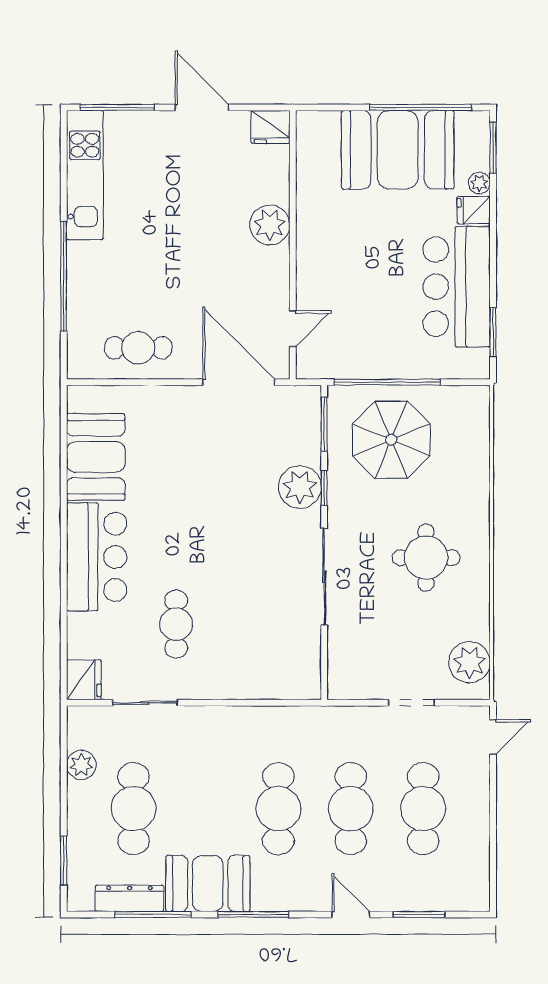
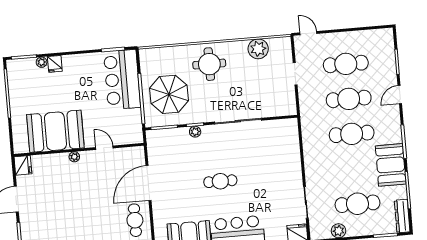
booth: (398, 150) -> (55, 131), moved, turned 90
plant: (270, 225) -> (74, 157), width x0.53, depth x0.53
bar counter: (457, 287) -> (122, 80), moved, turned 90
door: (293, 329) -> (104, 148), moved
door: (239, 382) -> (148, 183), moved
plant: (300, 487) -> (195, 132), width x0.53, depth x0.53
round table: (426, 558) -> (209, 64), moved
cafe table: (176, 624) -> (220, 181), moved
plant: (469, 662) -> (258, 49), moved
dresser: (129, 898) -> (402, 216), moved

